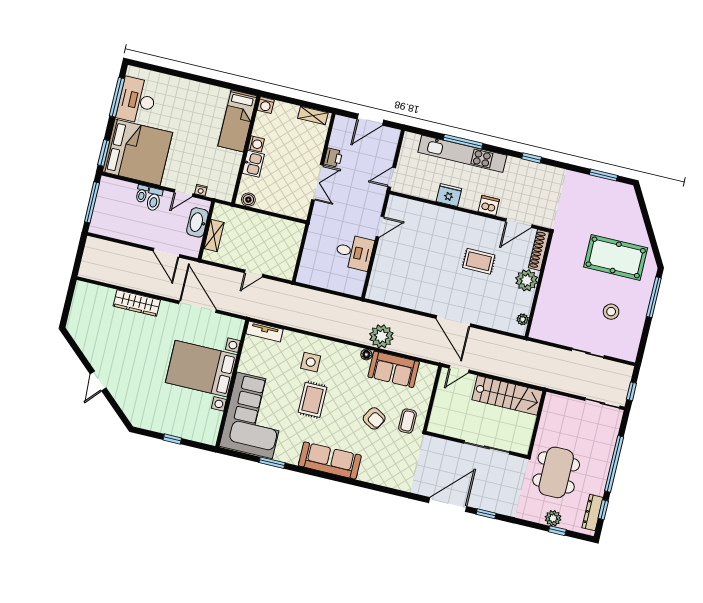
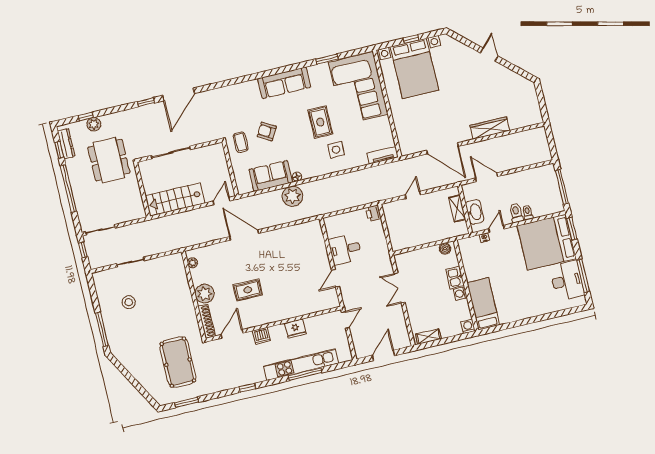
printer: (333, 158) -> (373, 213), moved
pool table: (616, 257) -> (178, 362), moved, turned 90
bed with nightstands: (201, 369) -> (414, 68), moved, turned 90

